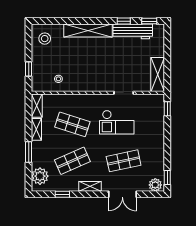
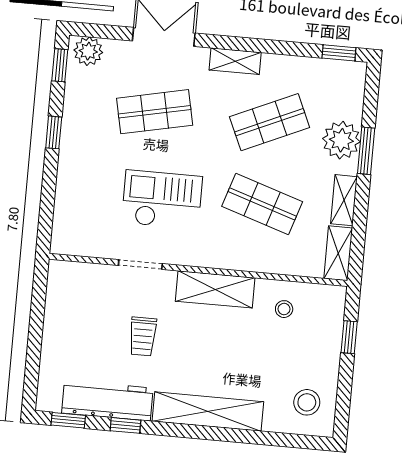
trolley: (120, 61) -> (143, 336), added
shelving: (158, 75) -> (215, 289), moved, turned 90
window: (167, 109) -> (54, 132), moved
plant: (40, 176) -> (341, 140), moved
window: (62, 194) -> (339, 53), moved

